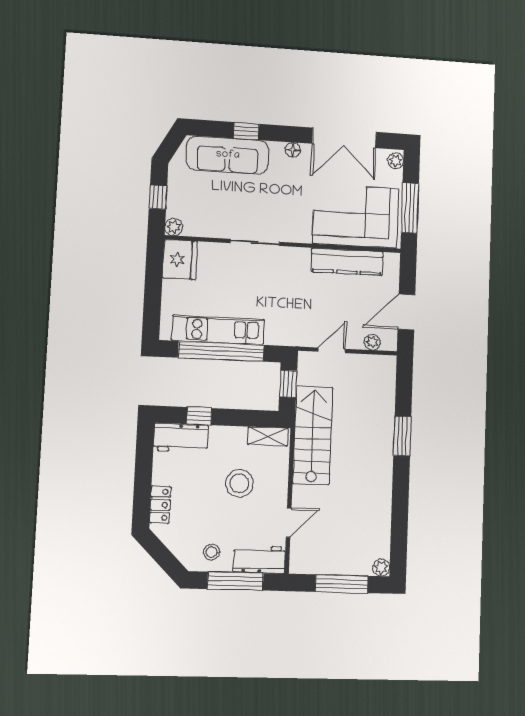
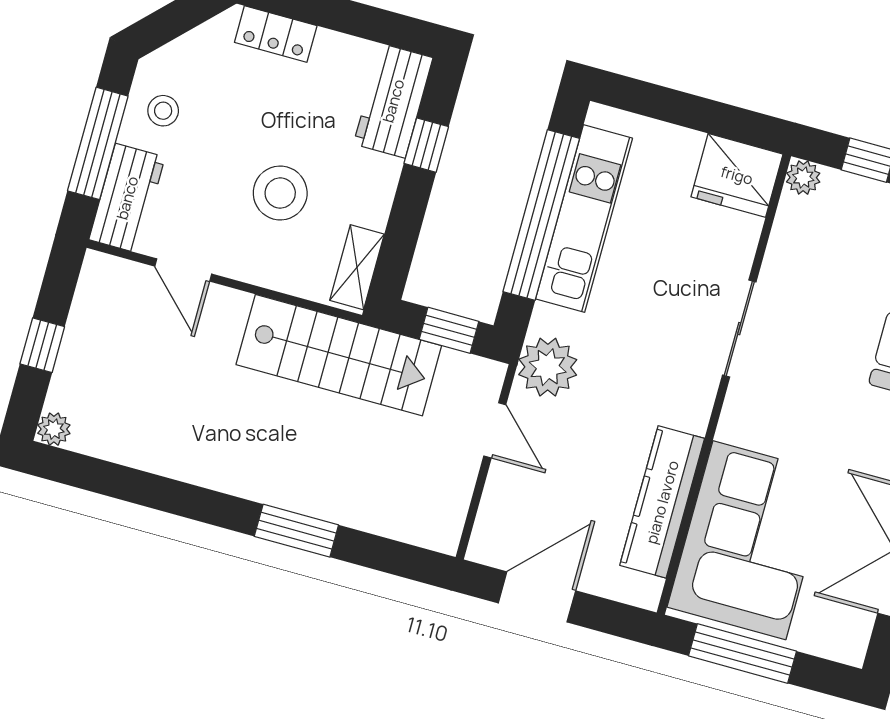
plant: (396, 161) -> (843, 647), removed
door: (406, 312) -> (537, 597), hinge flipped
plant: (372, 342) -> (548, 367), moved, width x1.87, depth x1.87
window: (342, 584) -> (42, 345), width x0.46

